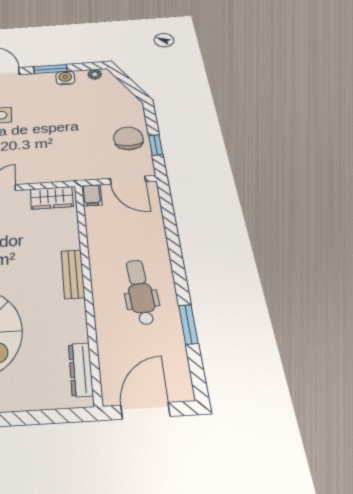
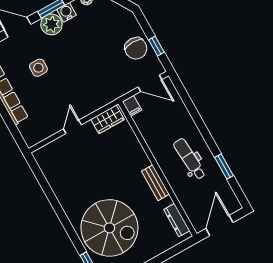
plant: (42, 83) -> (51, 24), added
chair: (128, 138) -> (136, 48), turned 180
bench: (73, 274) -> (155, 183), moved

